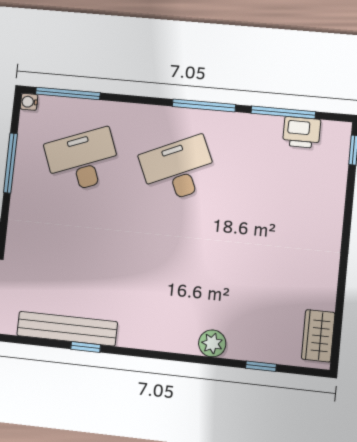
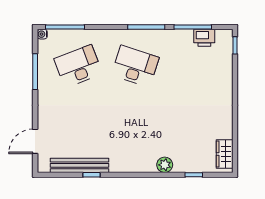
desk: (178, 170) -> (135, 66), turned 42

